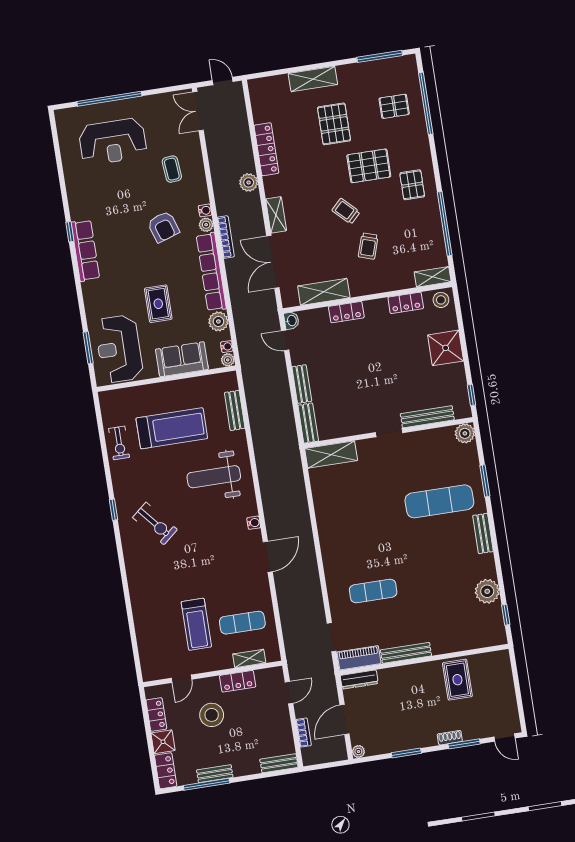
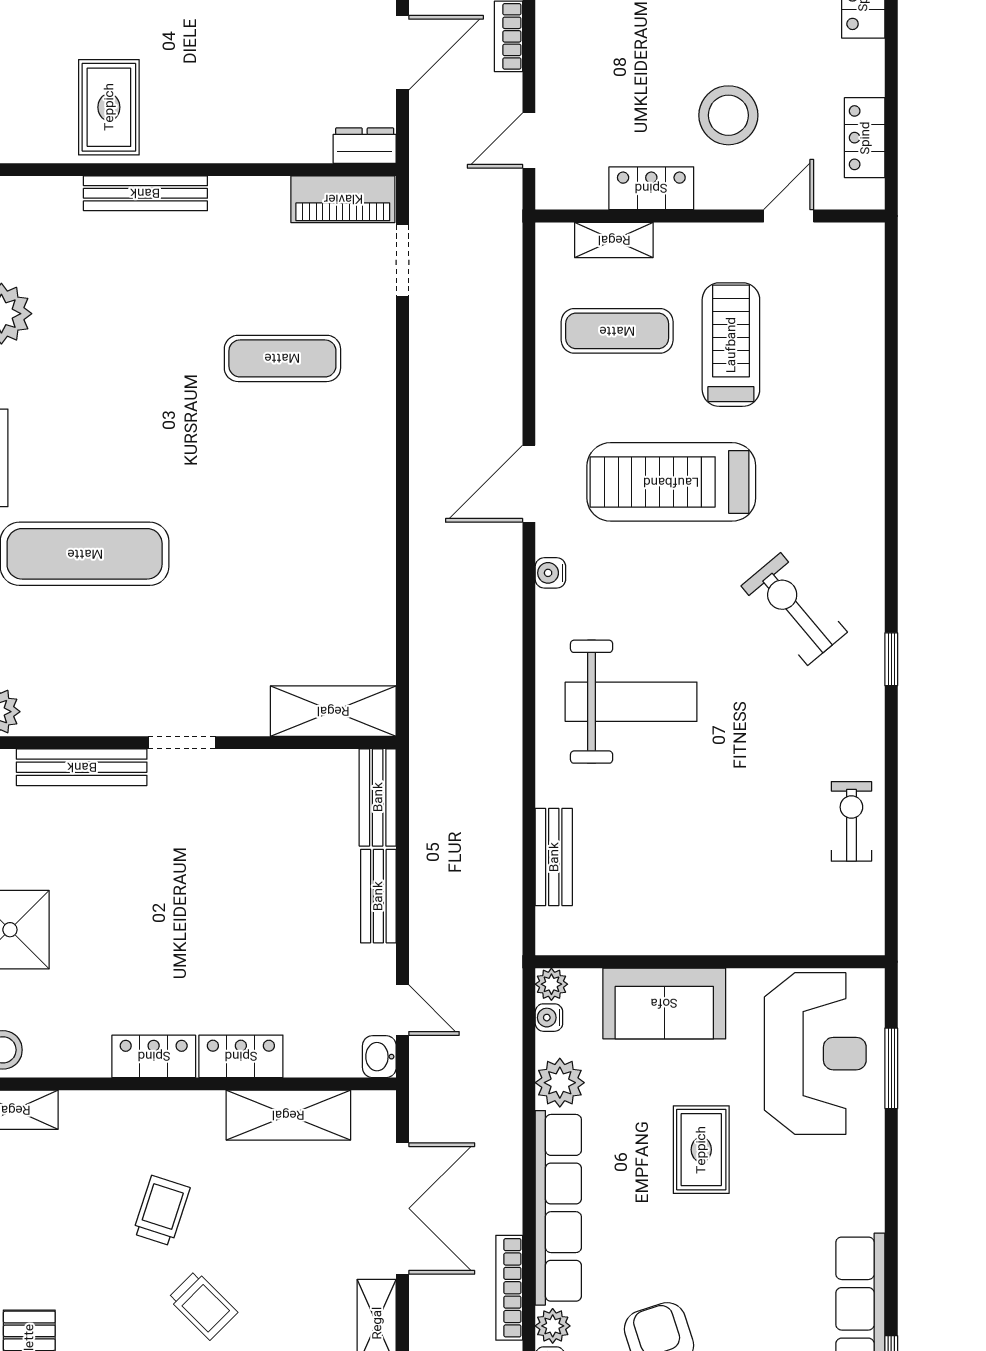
locker: (406, 303) -> (154, 1056), moved
treadmill: (172, 428) -> (671, 482), moved
bench: (406, 653) -> (145, 193), moved
dresser: (359, 680) -> (365, 146), width x0.70
shower: (163, 742) -> (859, 68), removed

